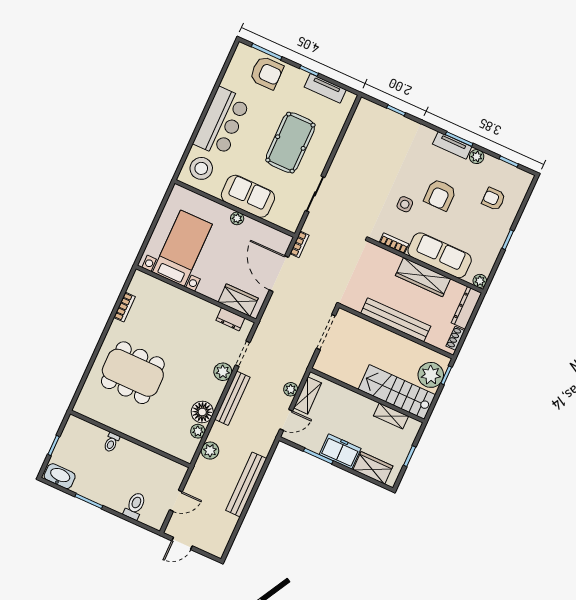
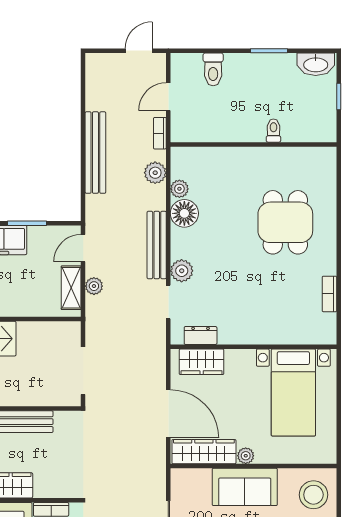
wardrobe: (266, 235) -> (204, 452), added
bookcase: (299, 244) -> (160, 133), moved
dining table: (133, 373) -> (285, 222), width x0.73

